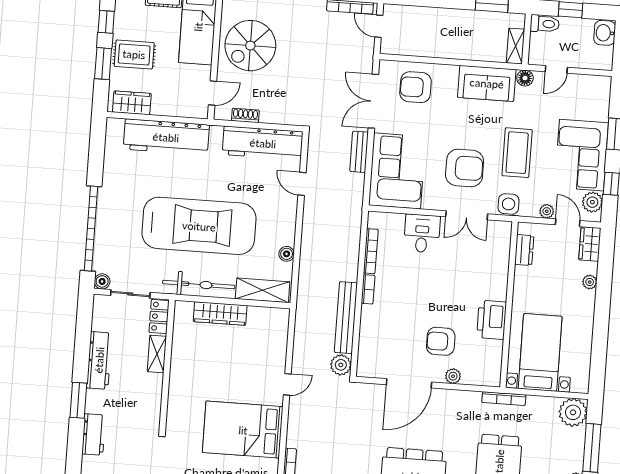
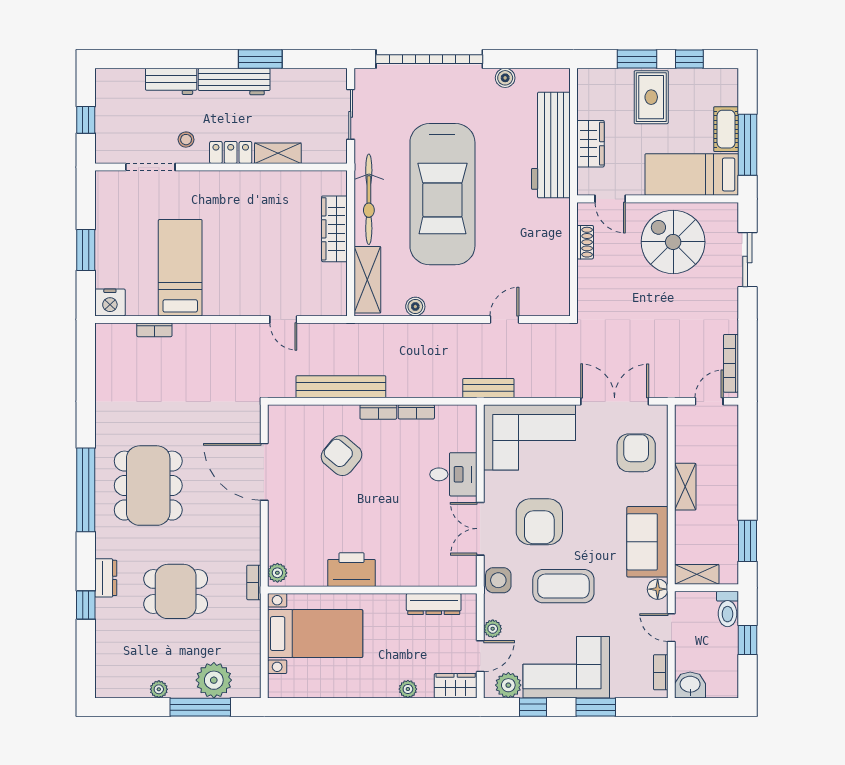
washbasin: (605, 33) -> (690, 685), moved
shelving: (445, 50) -> (685, 487), added
bookcase: (591, 80) -> (661, 672), added
wardrobe: (132, 103) -> (590, 144), moved
workbench: (263, 143) -> (552, 266), removed
bench: (359, 152) -> (488, 388), moved
dresser: (524, 250) -> (434, 604), width x1.44
bookcase: (371, 251) -> (416, 412), width x0.64
boiler: (102, 281) -> (505, 78), moved
locker: (159, 316) -> (231, 152), moved
armchair: (441, 341) -> (341, 456), moved, turned -50
workbench: (99, 360) -> (234, 82), moved
plant: (341, 365) -> (281, 385), removed
plant: (453, 376) -> (277, 573), moved
door: (287, 384) -> (283, 319), moved
bookcase: (504, 399) -> (254, 582), width x0.64
window: (78, 400) -> (260, 59), moved
plant: (573, 412) -> (214, 680), moved
stool: (141, 426) -> (186, 140), added
bed: (243, 430) -> (180, 268), width x0.67

